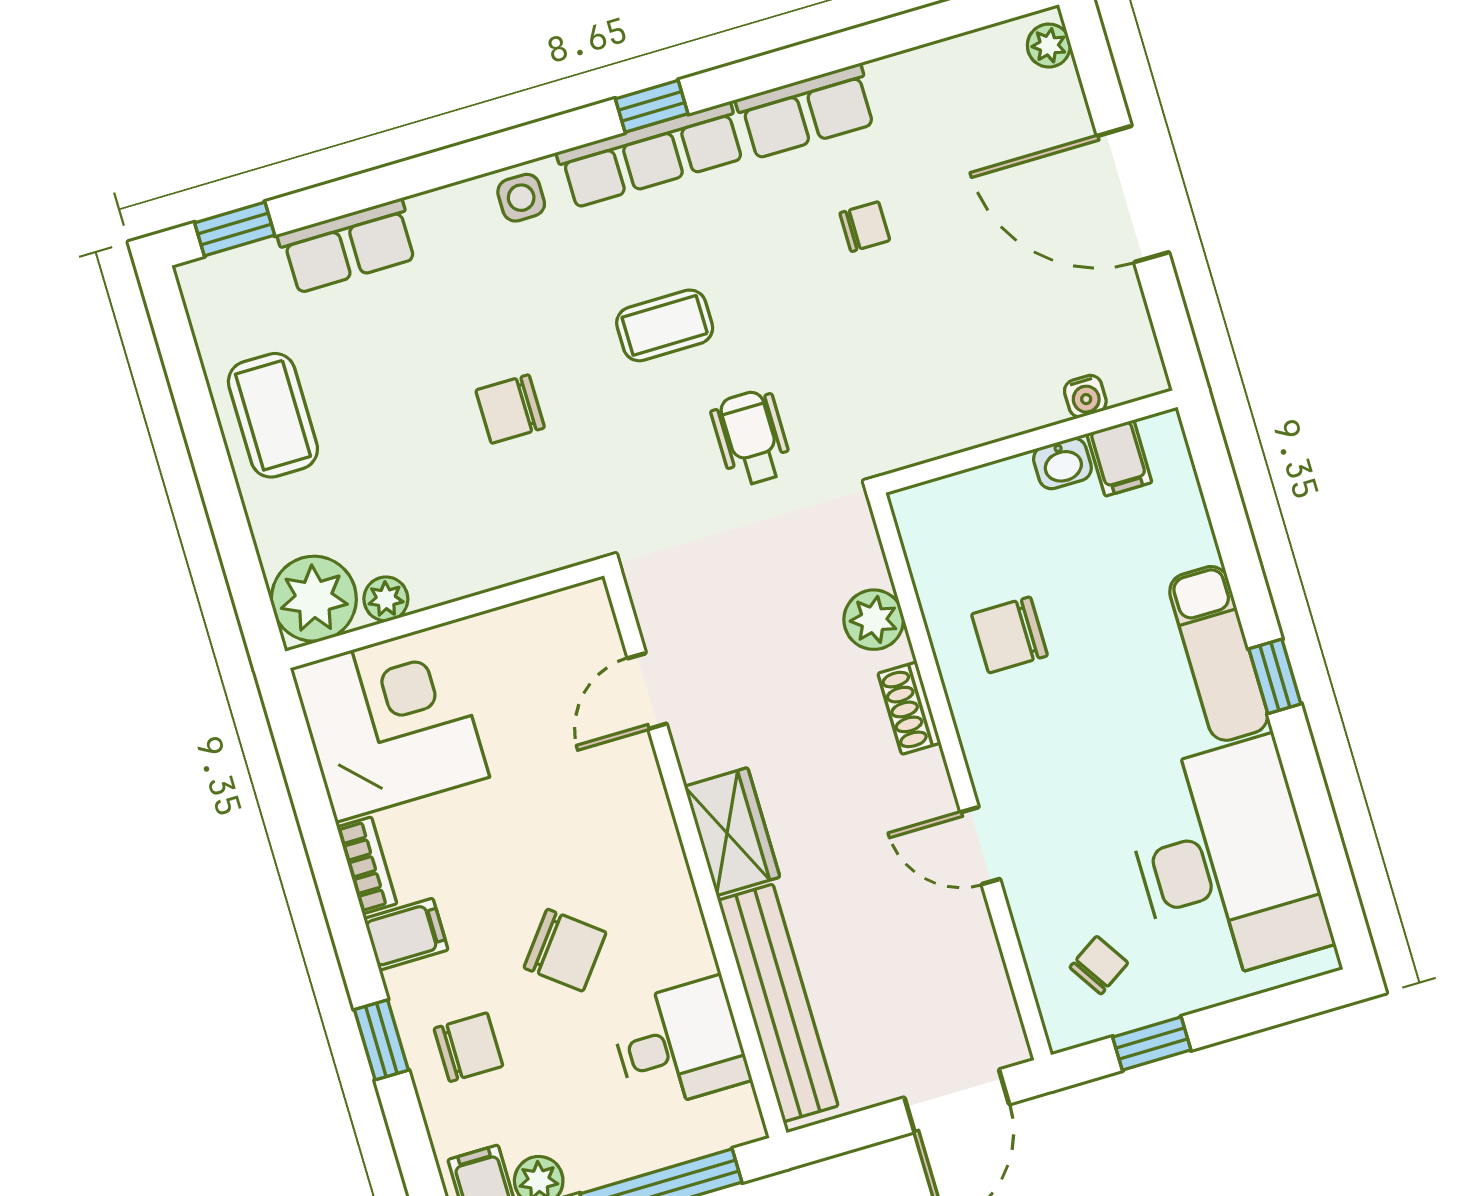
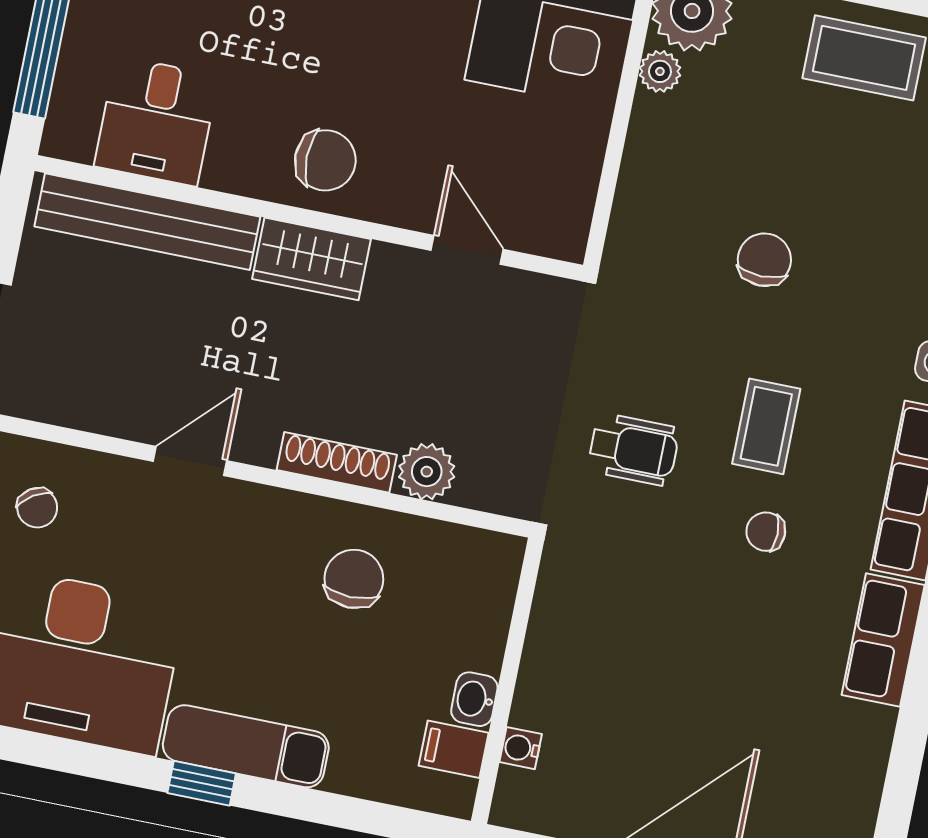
chair: (865, 227) -> (766, 532), moved, turned 90
shoe rack: (909, 708) -> (337, 462), width x1.43
chair: (565, 950) -> (325, 160), moved, turned -128

